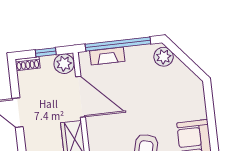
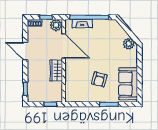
plant: (164, 57) -> (129, 44), moved

